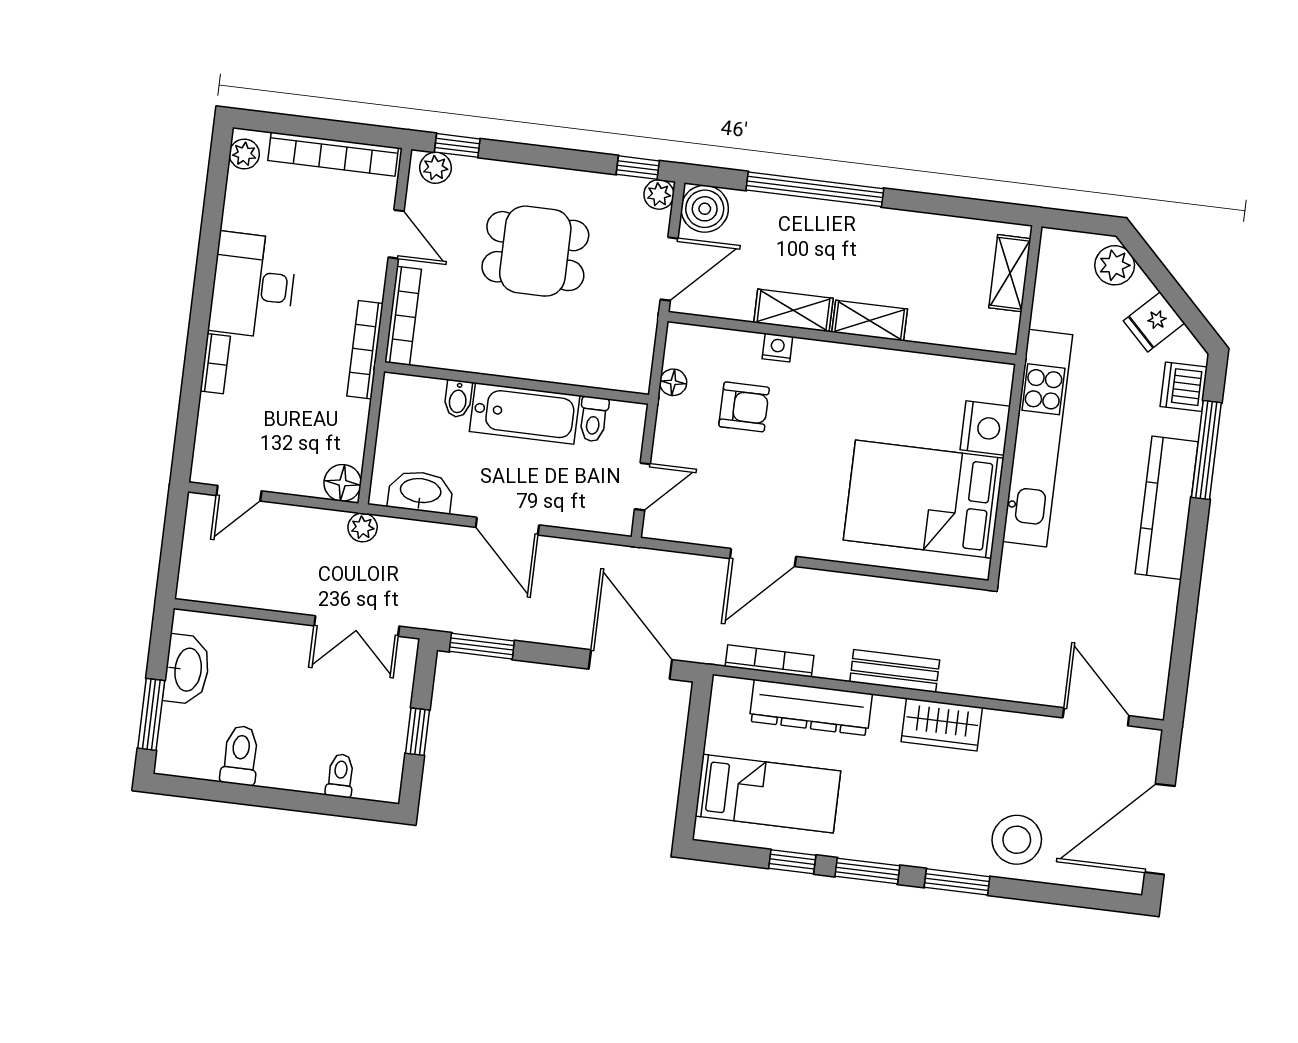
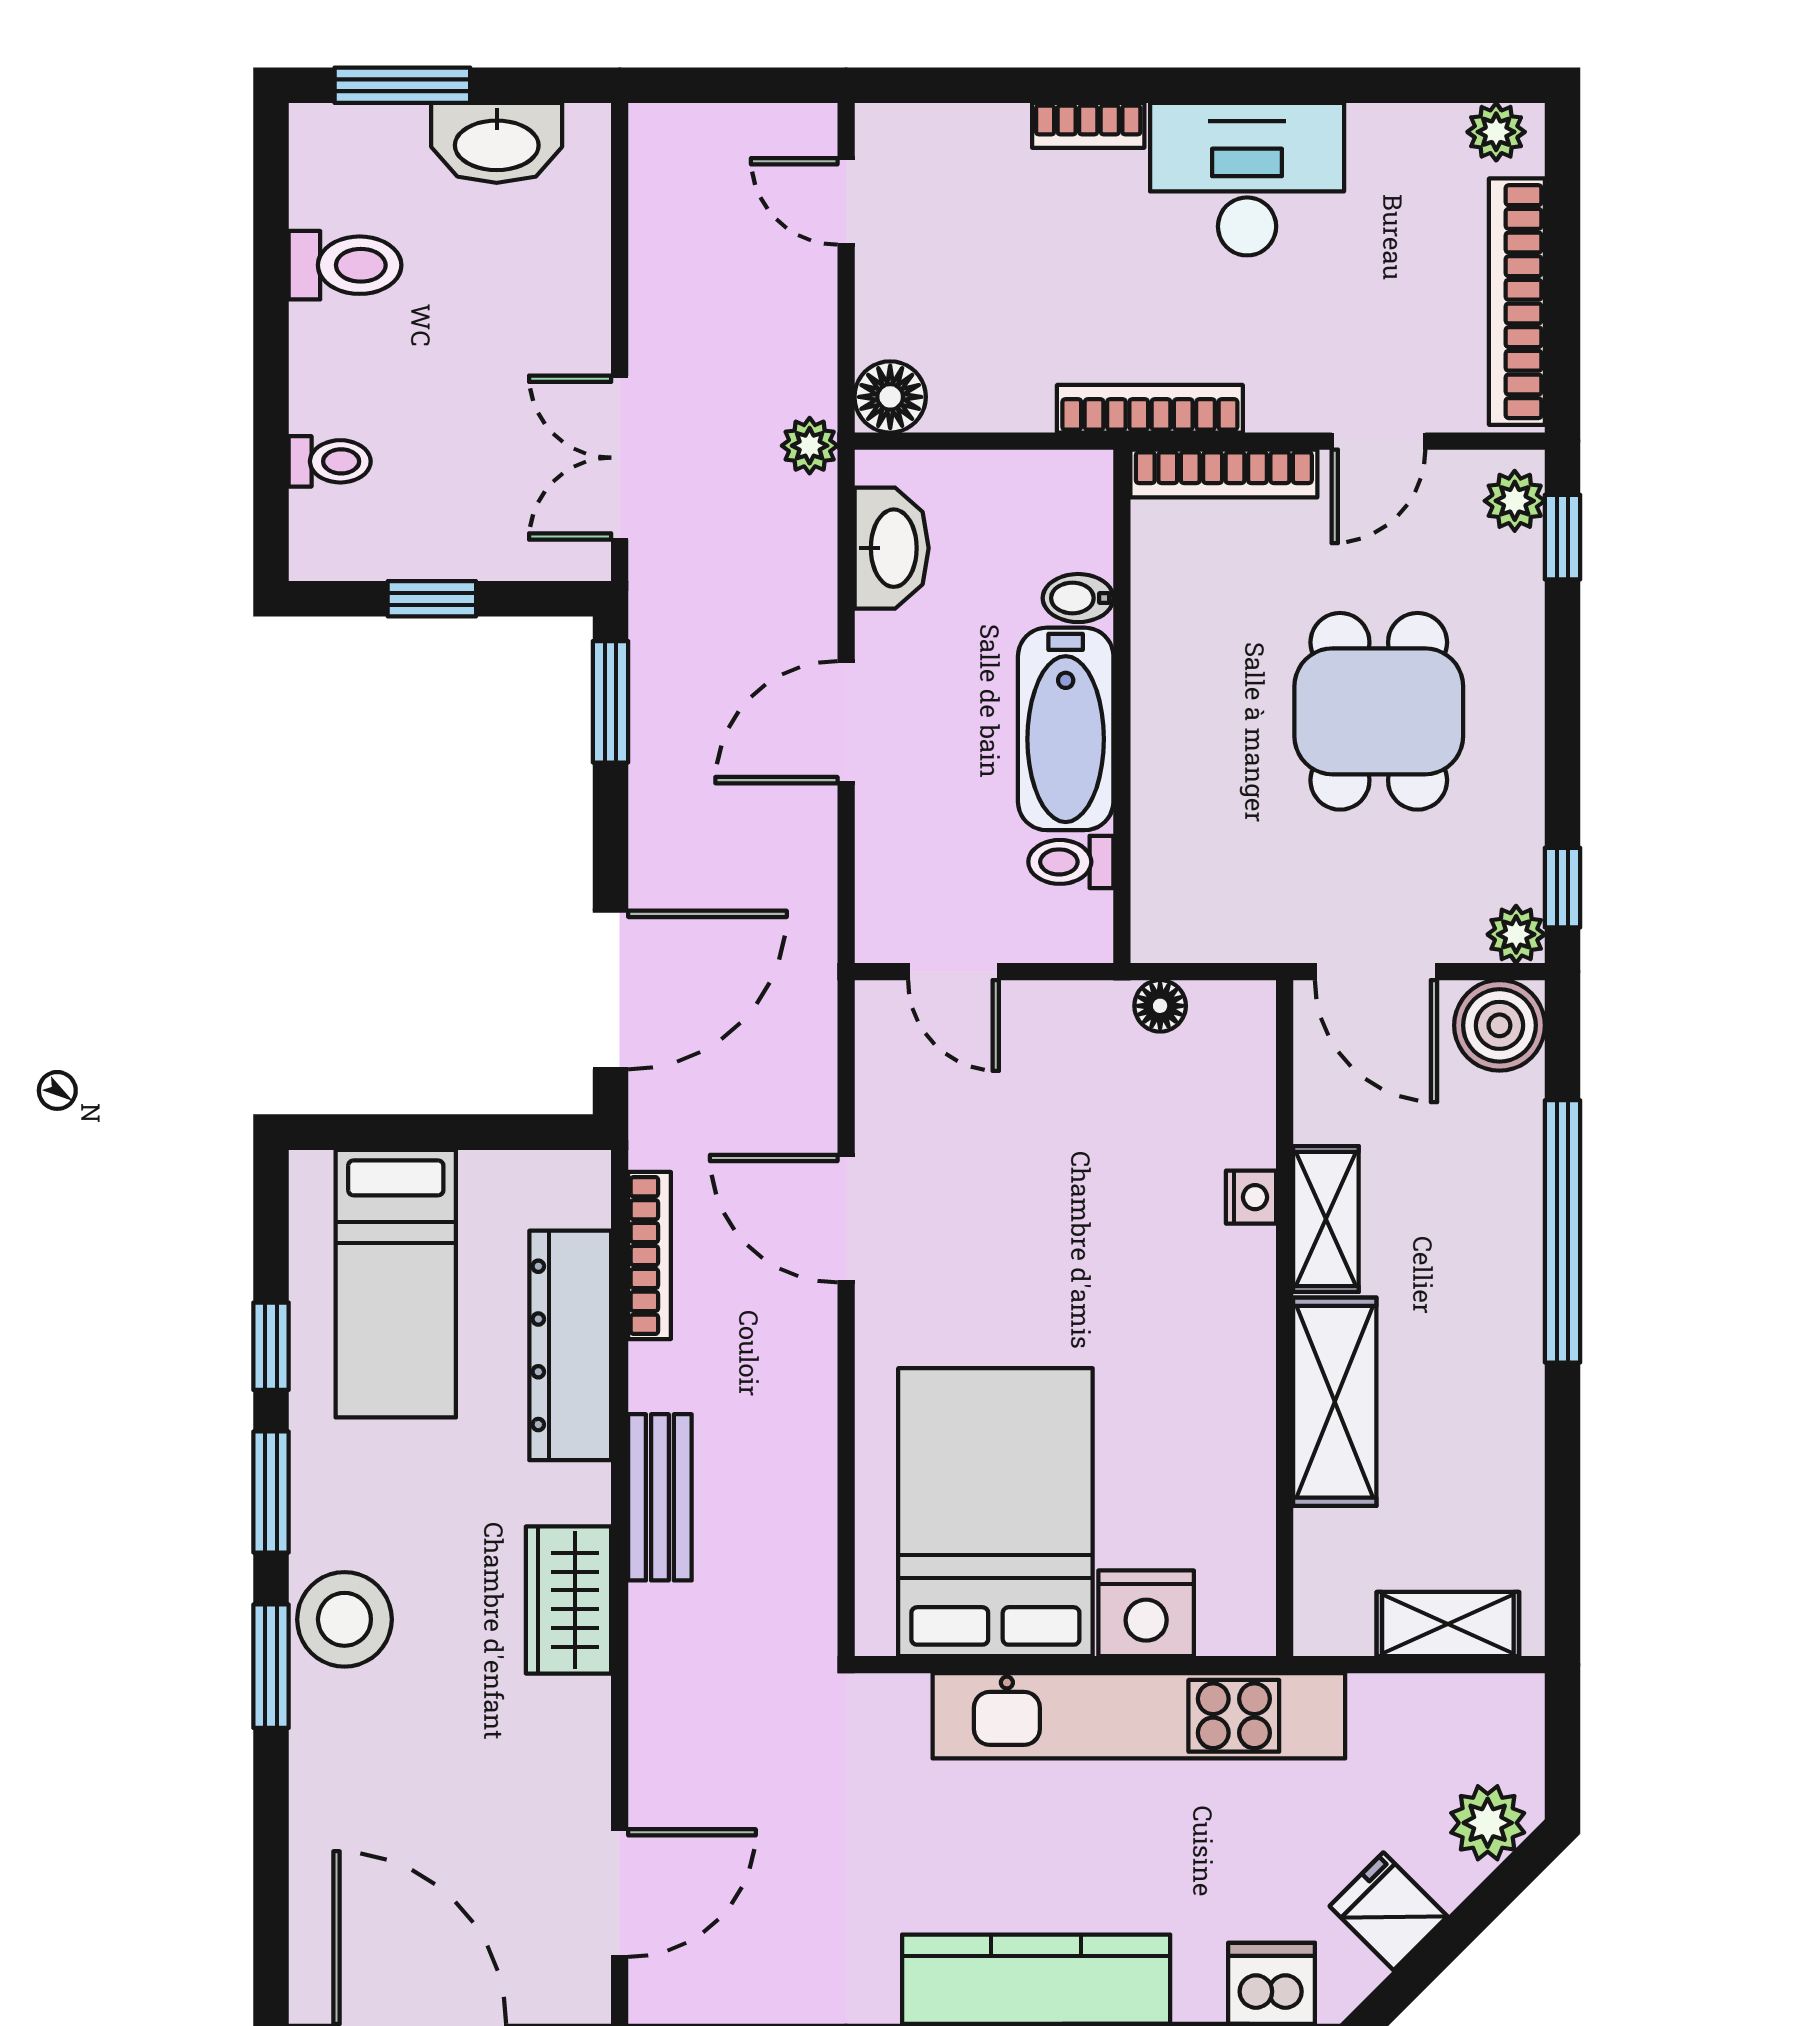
shelving: (870, 321) -> (1335, 1402), width x1.50, depth x1.33
armchair: (744, 407) -> (1130, 1147), removed
stool: (1017, 840) -> (344, 1619), moved

